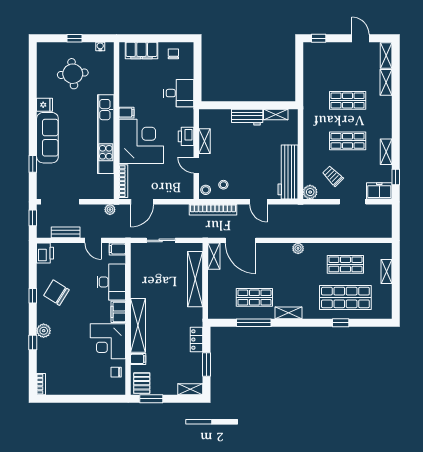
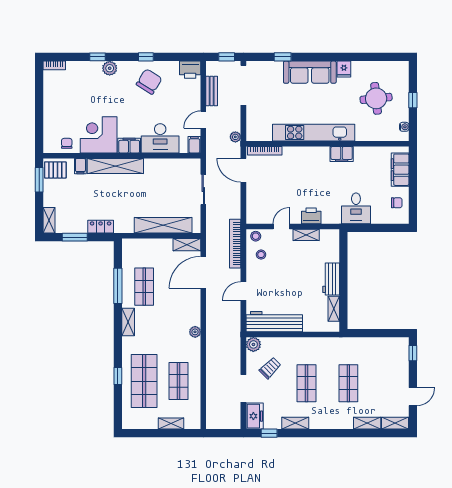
filing cabinet: (126, 113) -> (342, 154), width x2.00
corner desk: (141, 141) -> (306, 169), removed

